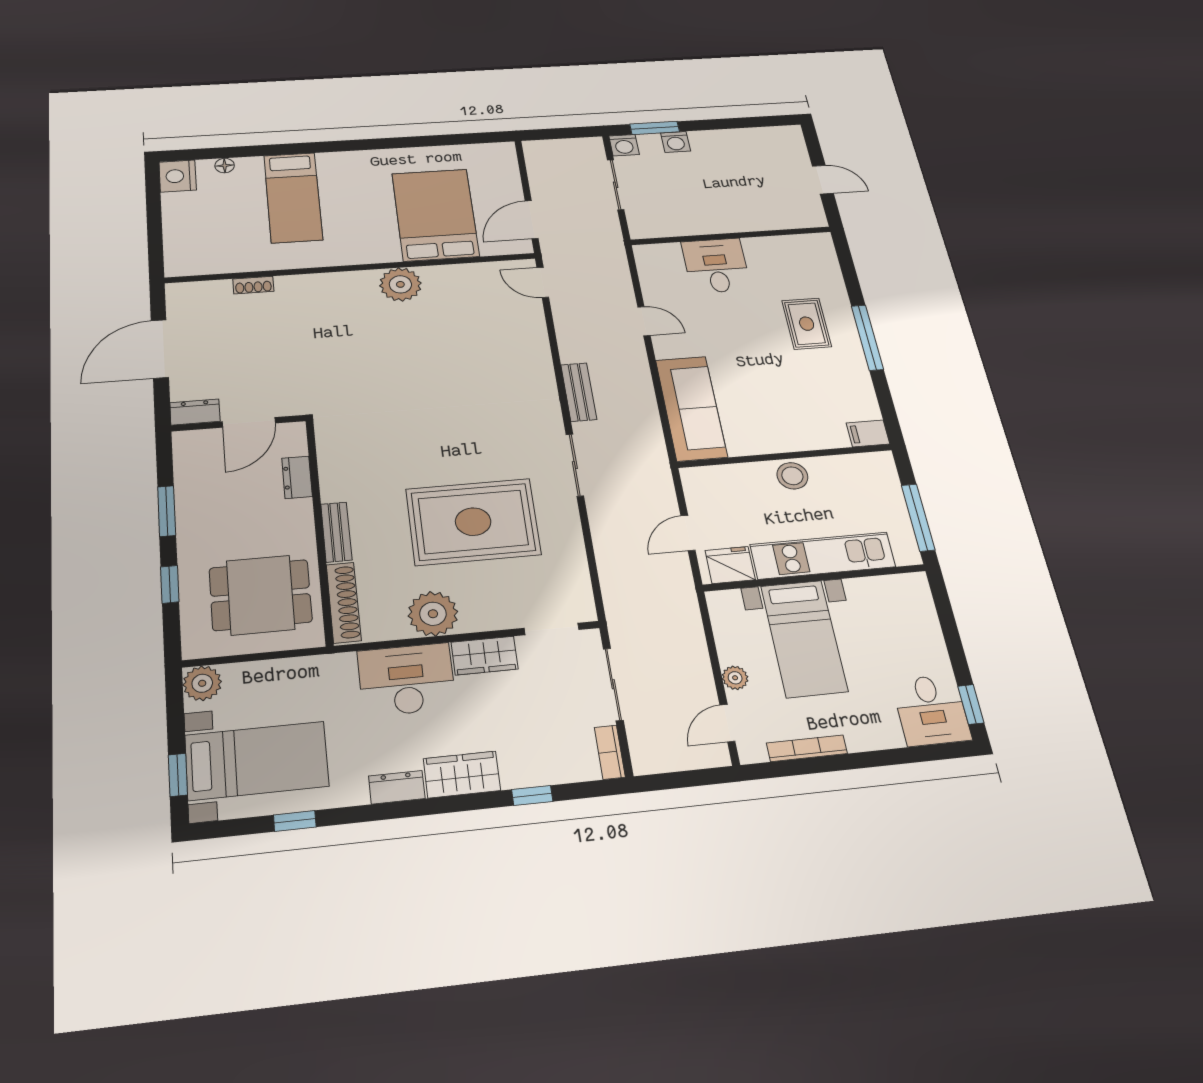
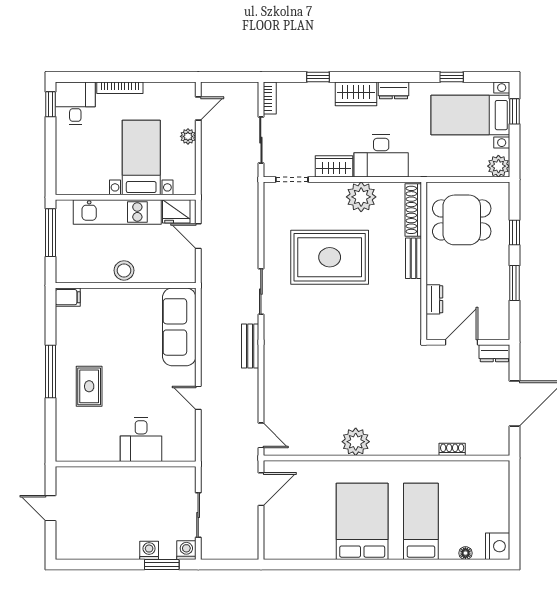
bed: (435, 215) -> (362, 521), moved, turned 180
door: (688, 533) -> (198, 236), swing flipped
bookcase: (807, 748) -> (120, 88), moved

